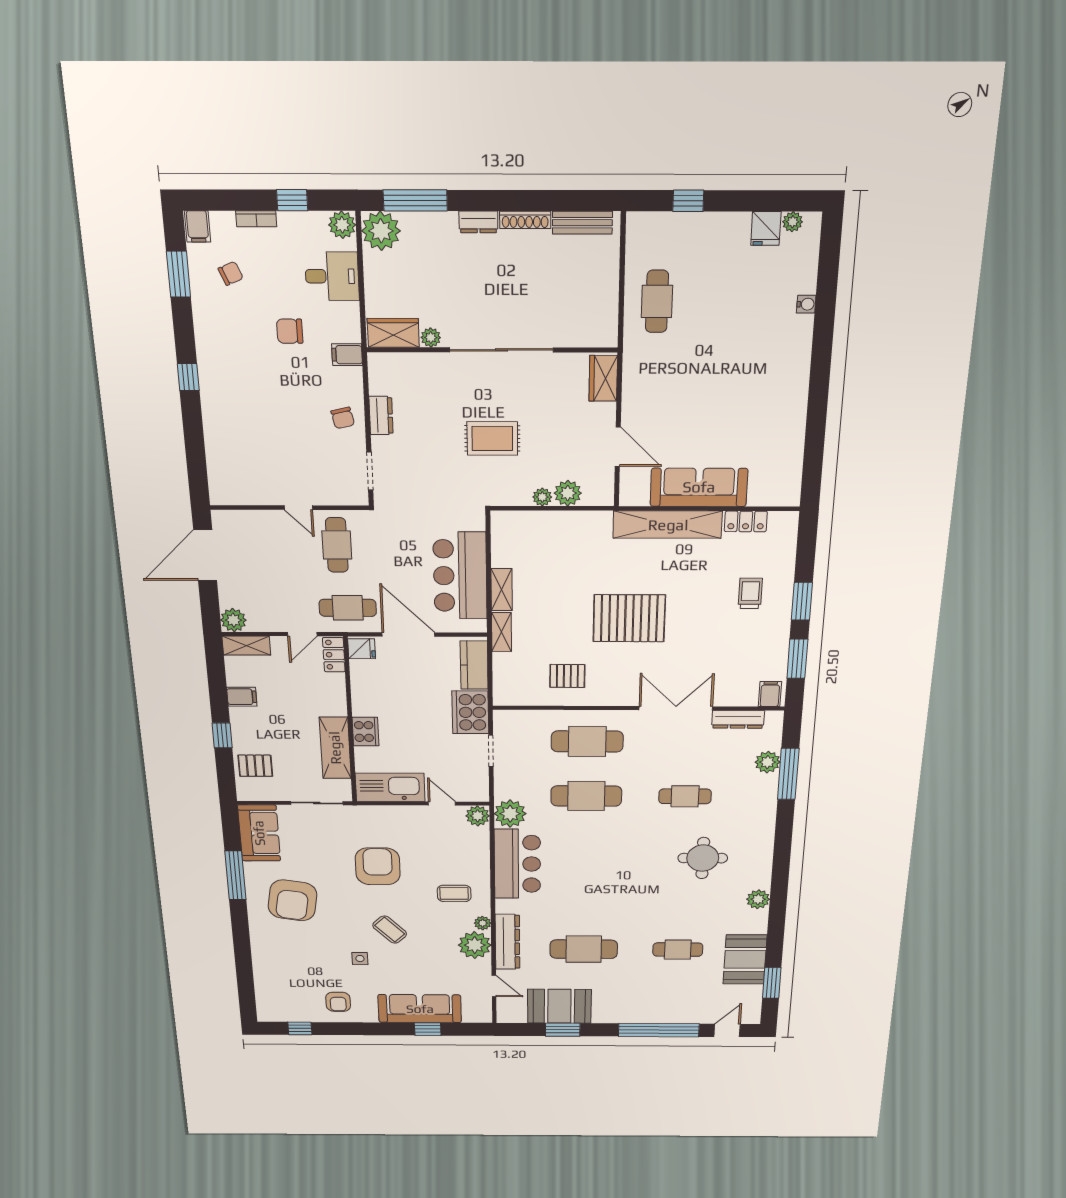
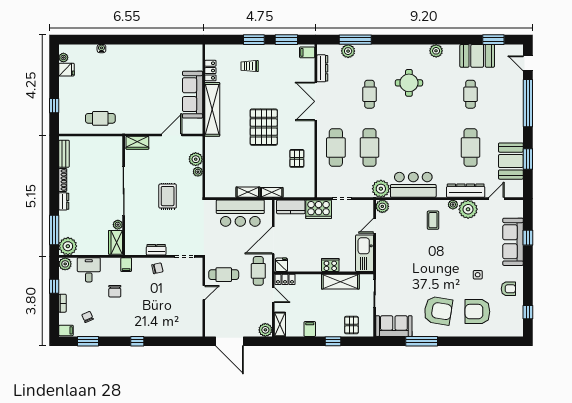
armchair: (378, 866) -> (477, 312), moved
coffee table: (390, 930) -> (458, 257), removed

